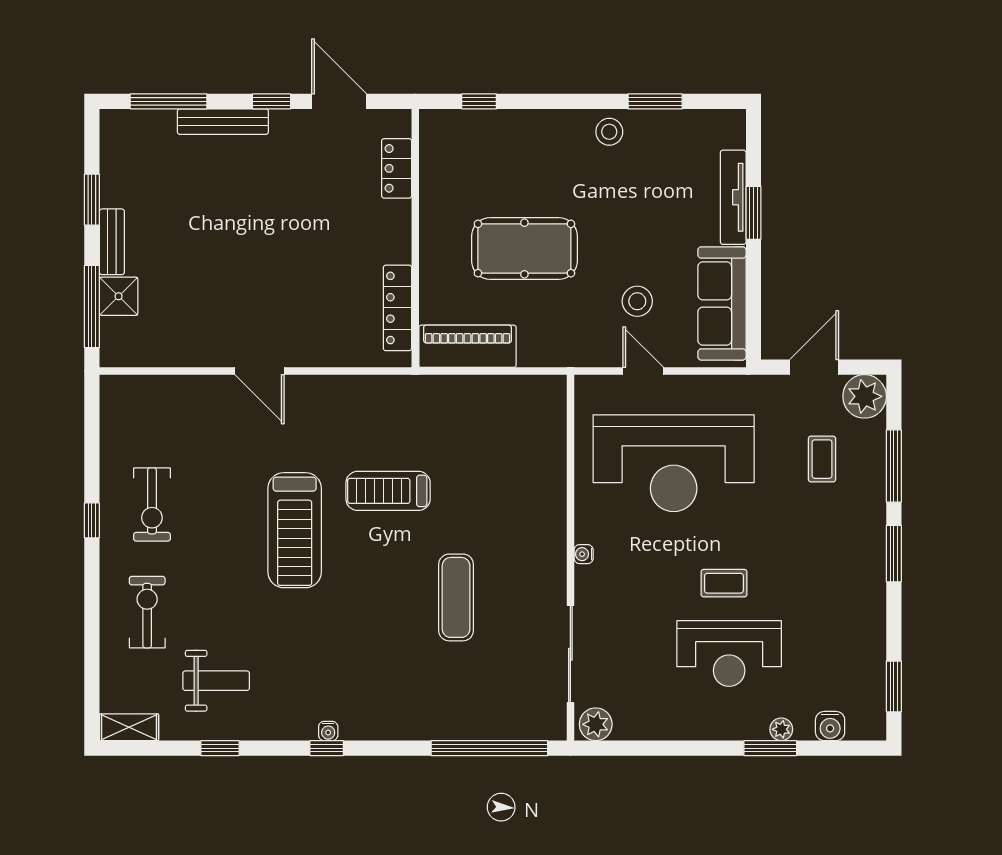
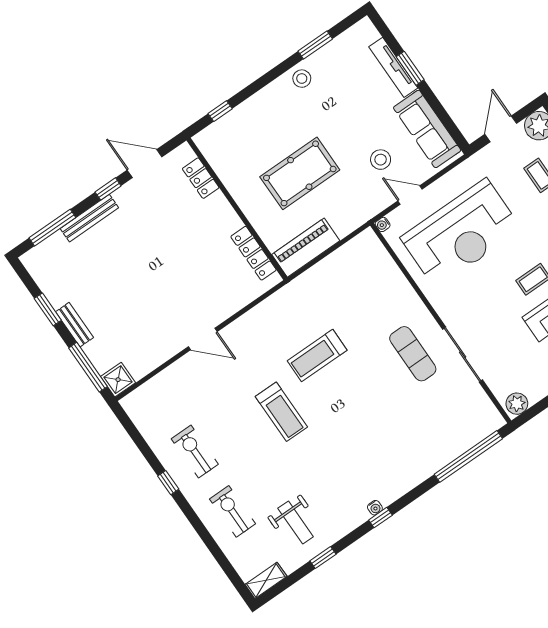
shower: (119, 296) -> (118, 380), moved
exercise bike: (152, 505) -> (195, 451), turned 180
treadmill: (295, 530) -> (281, 412), width x0.73, depth x0.73
water cooler: (584, 554) -> (383, 224), moved
exercise mat: (456, 597) -> (413, 354), moved
sliding door: (570, 654) -> (463, 355), moved
weight bench: (216, 681) -> (296, 523), turned 90

